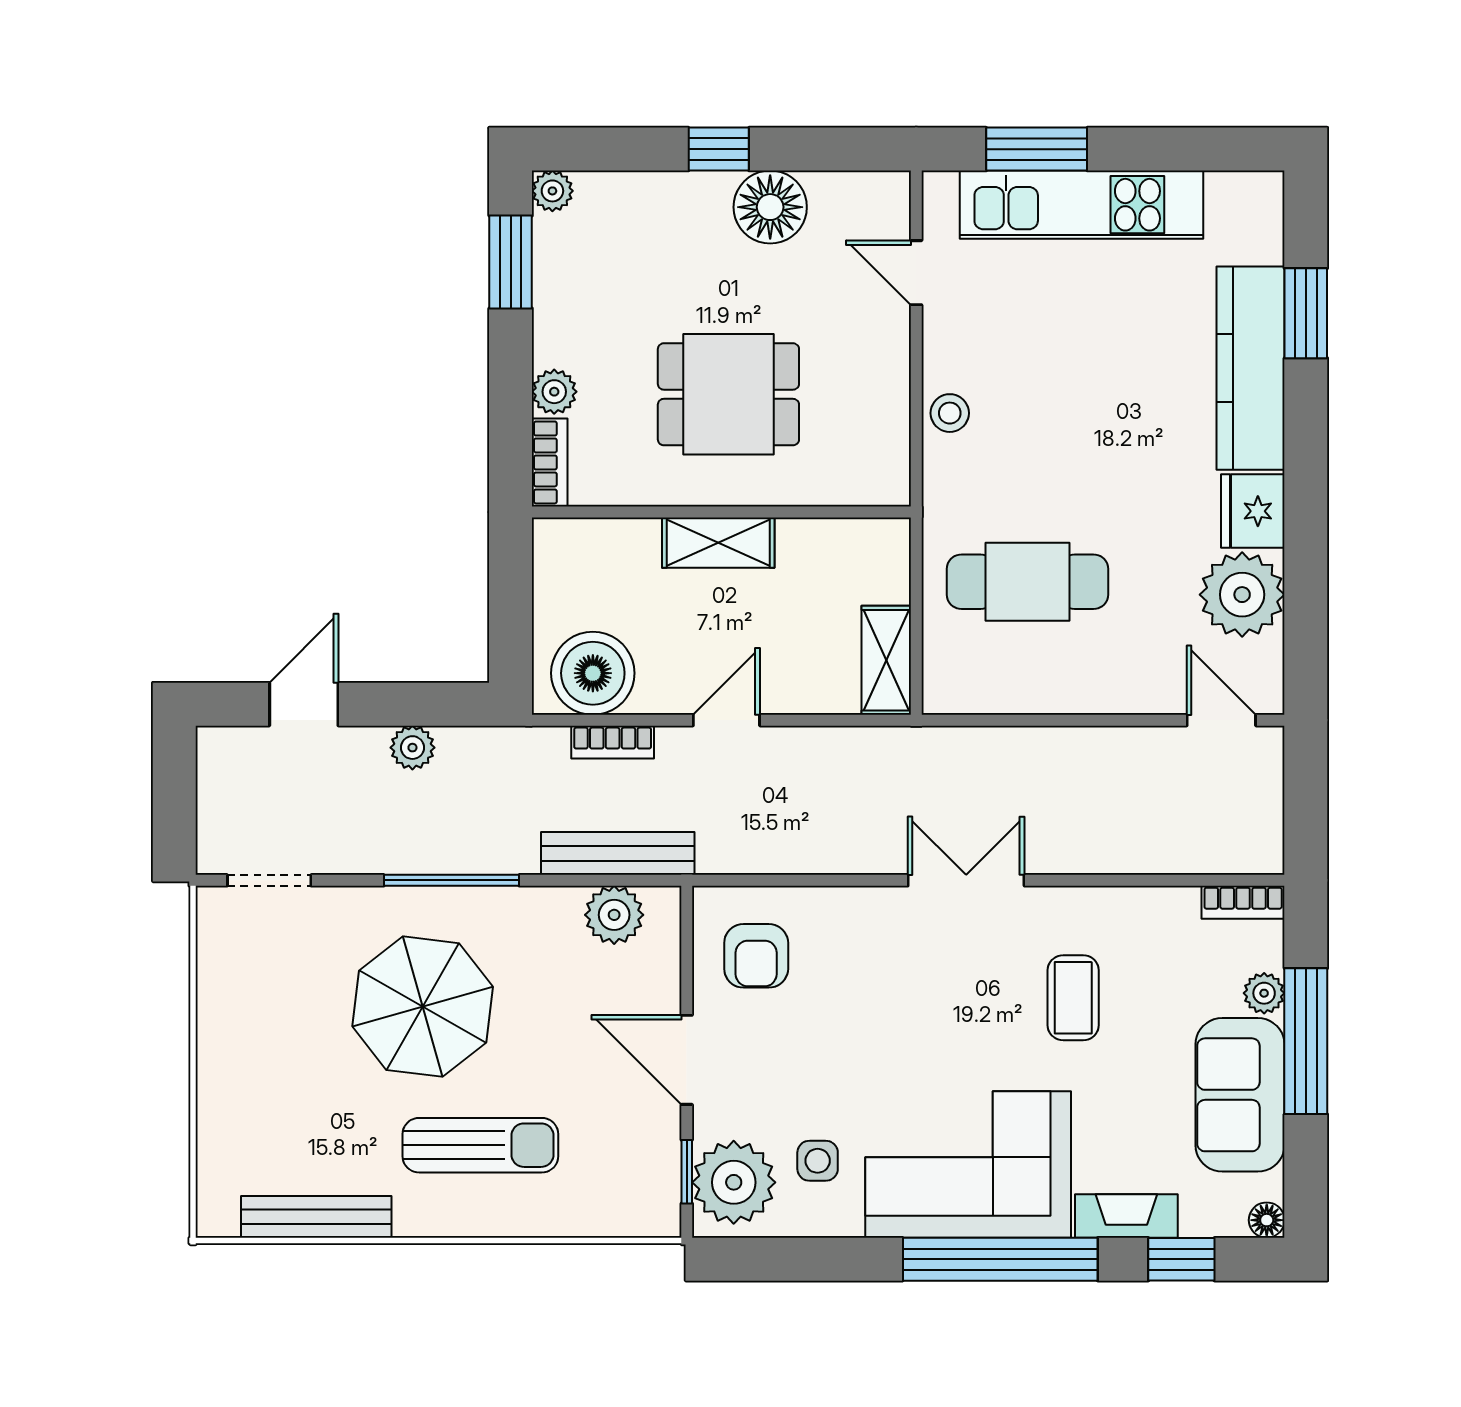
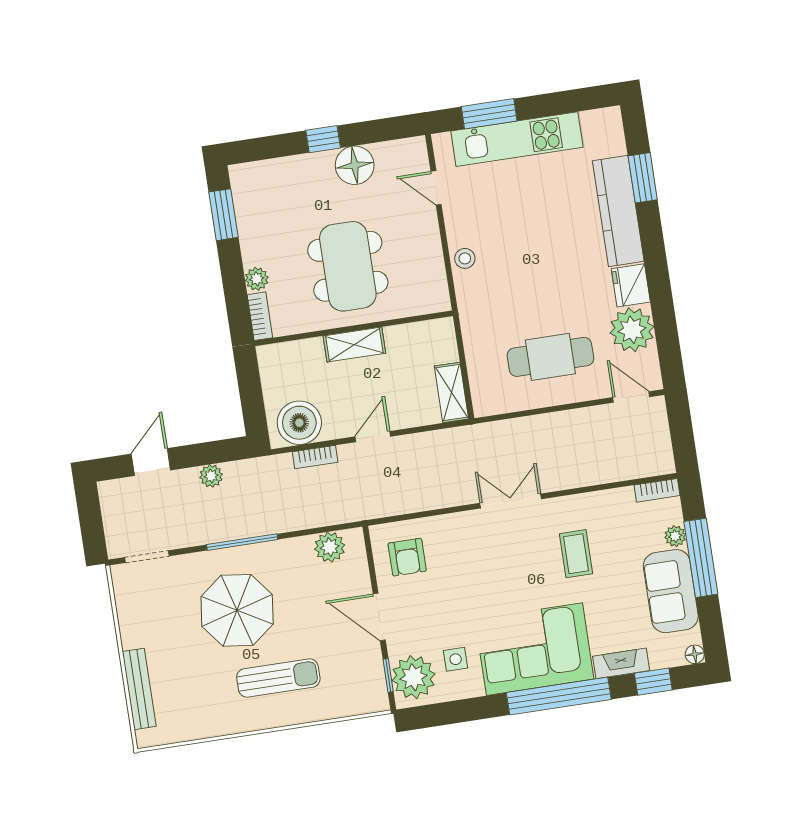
plant: (552, 191) -> (240, 174), removed
dining table: (728, 394) -> (348, 266), width x1.38
cafe table: (1028, 582) -> (550, 357), moved
bench: (618, 853) -> (327, 515), removed
bench: (316, 1217) -> (139, 689), moved, turned 90

